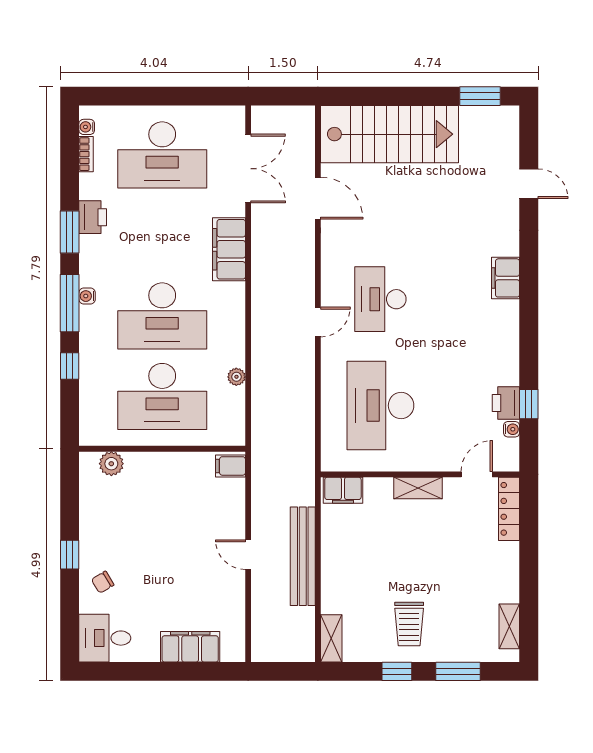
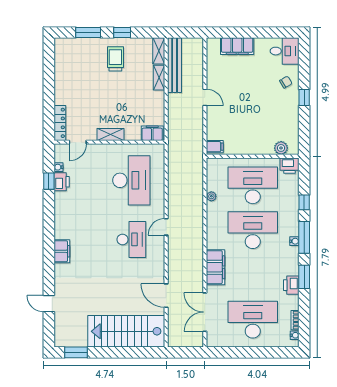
printer: (96, 432) -> (290, 166), added
bench: (303, 556) -> (175, 65), moved
shelving: (509, 626) -> (159, 78), moved

